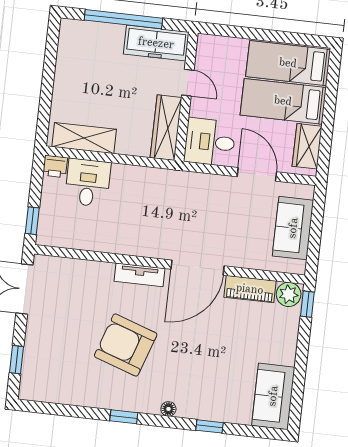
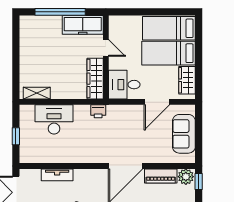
shelving: (84, 138) -> (37, 93), width x0.67, depth x0.75
printer: (55, 166) -> (98, 111), moved
door: (257, 174) -> (157, 102), swing flipped
desk: (88, 183) -> (54, 119), width x1.37
window: (32, 221) -> (16, 136), moved
tv unit: (139, 275) -> (57, 175), moved

